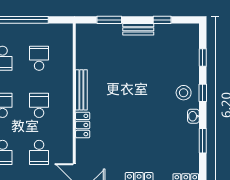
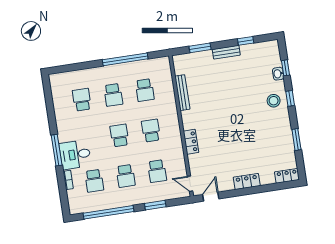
school desk: (39, 58) -> (145, 90), turned 180
bench: (81, 90) -> (182, 93), moved
washbasin: (193, 116) -> (278, 74), moved

